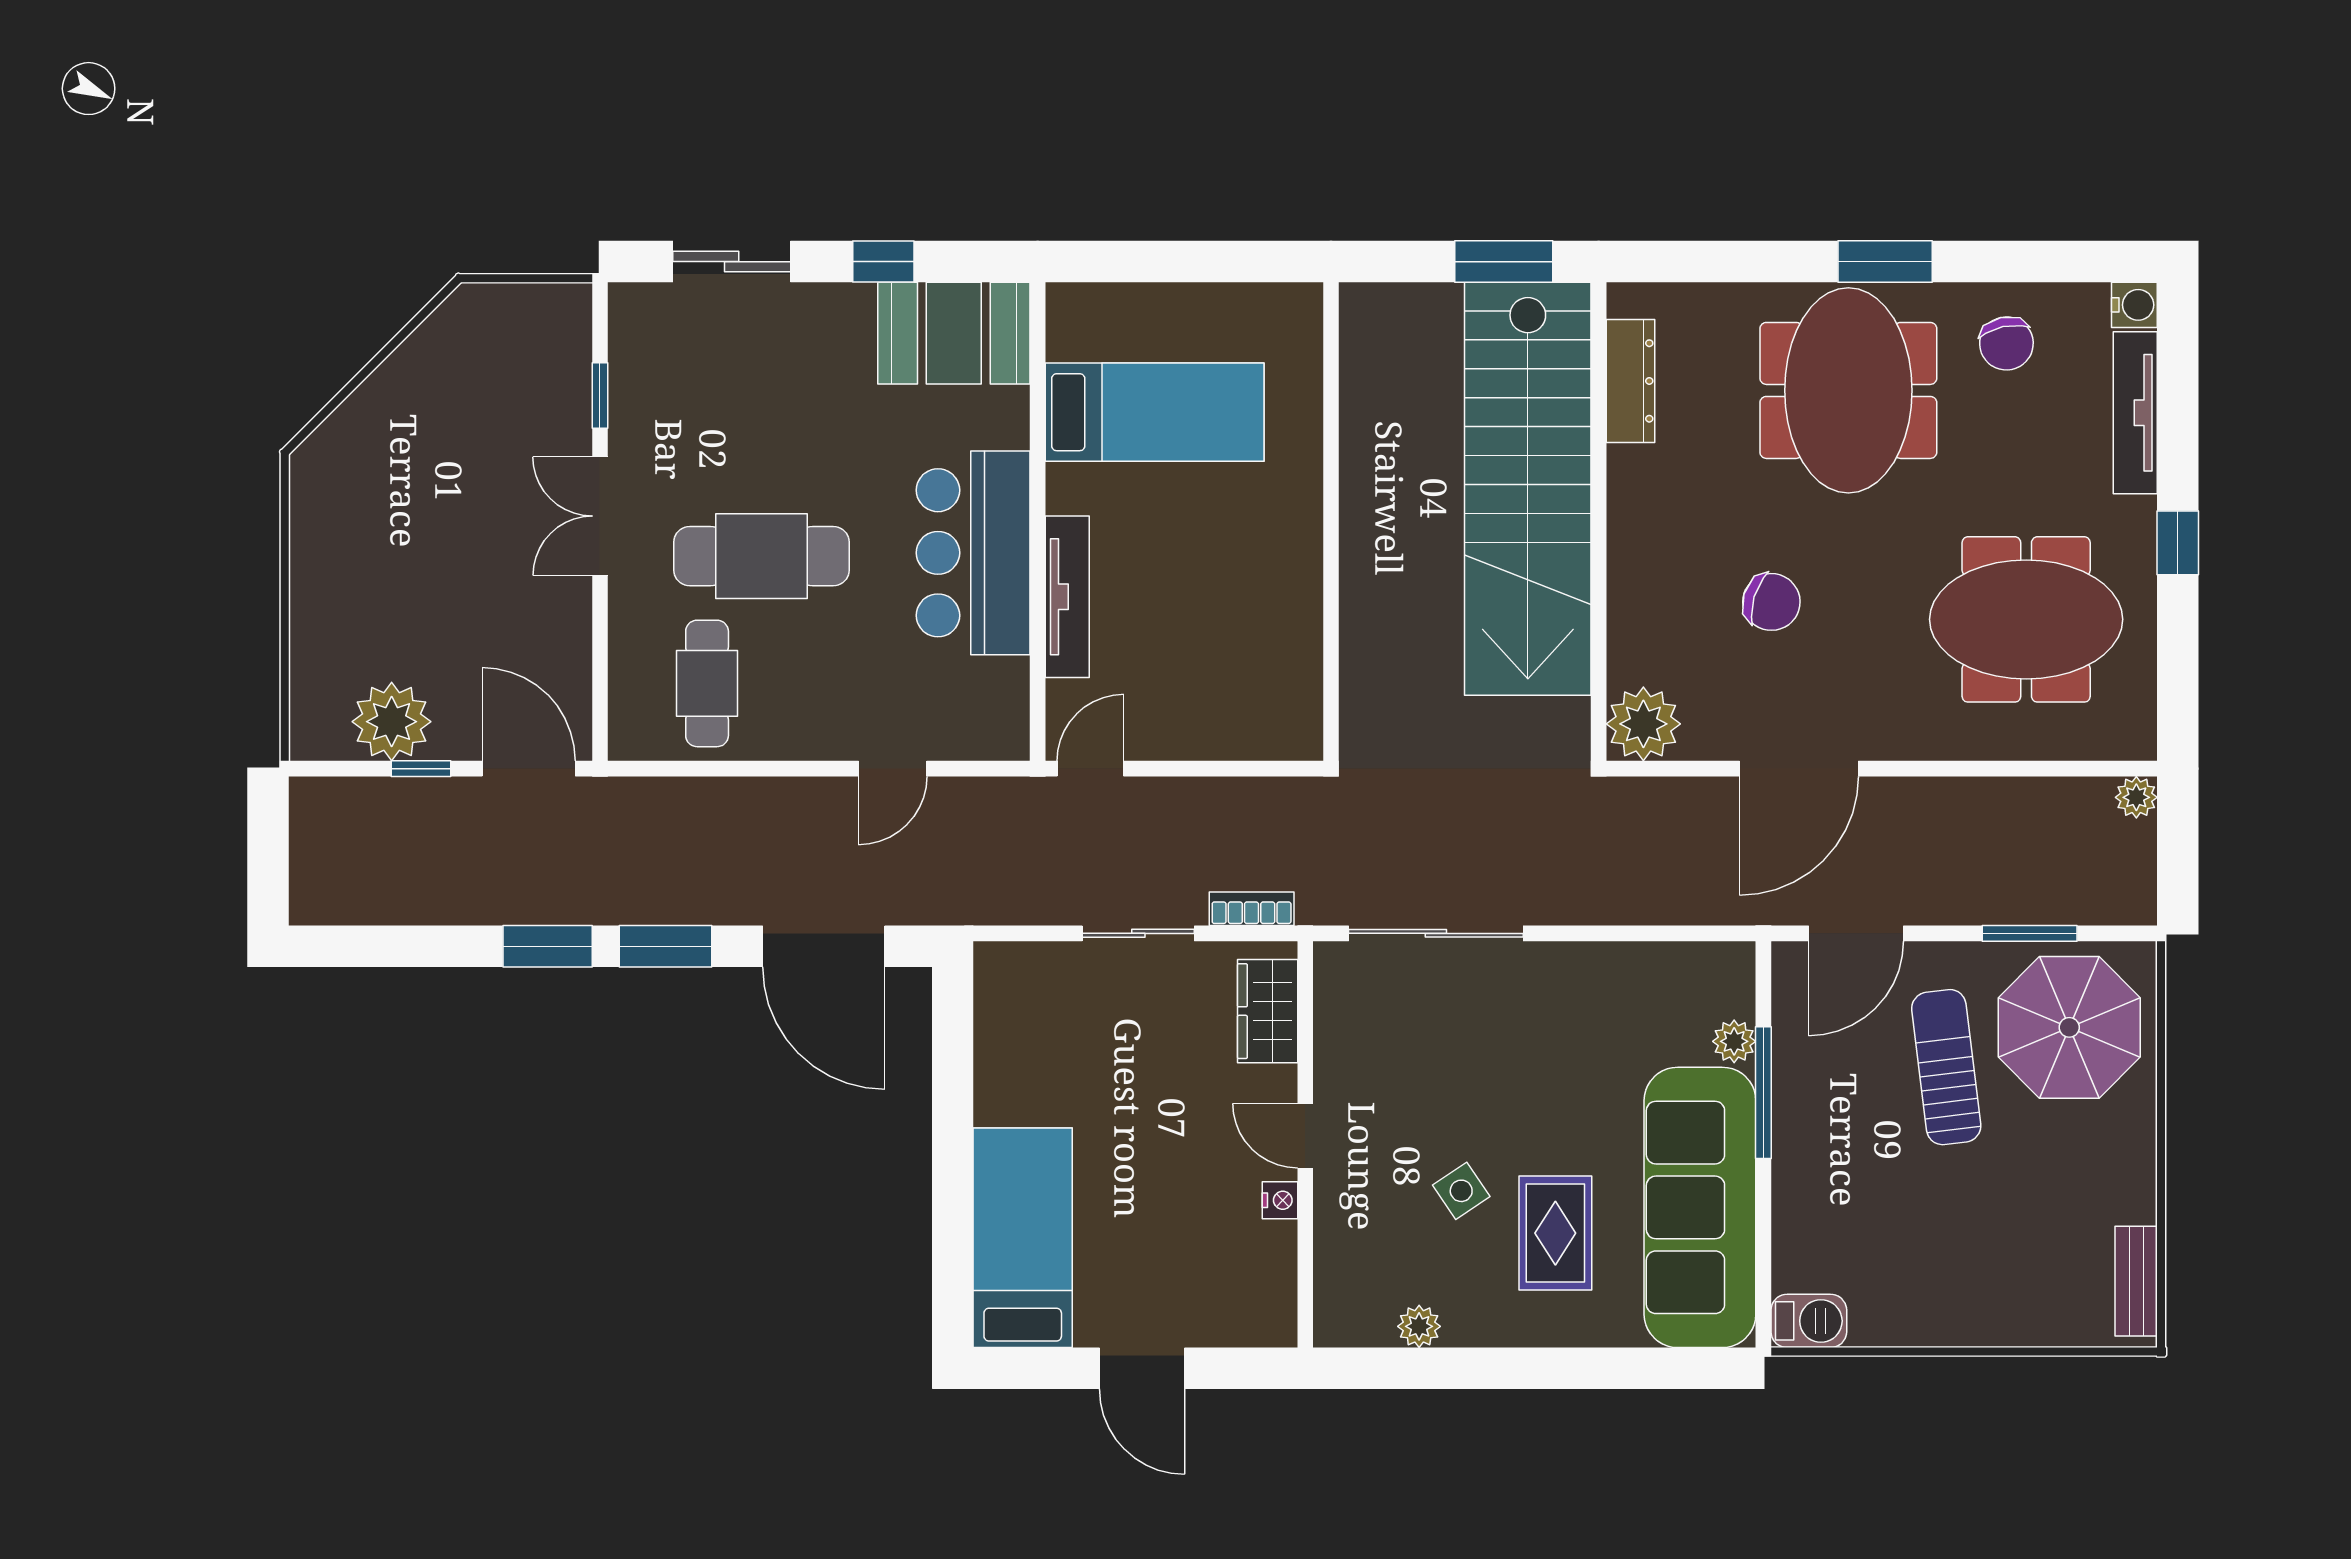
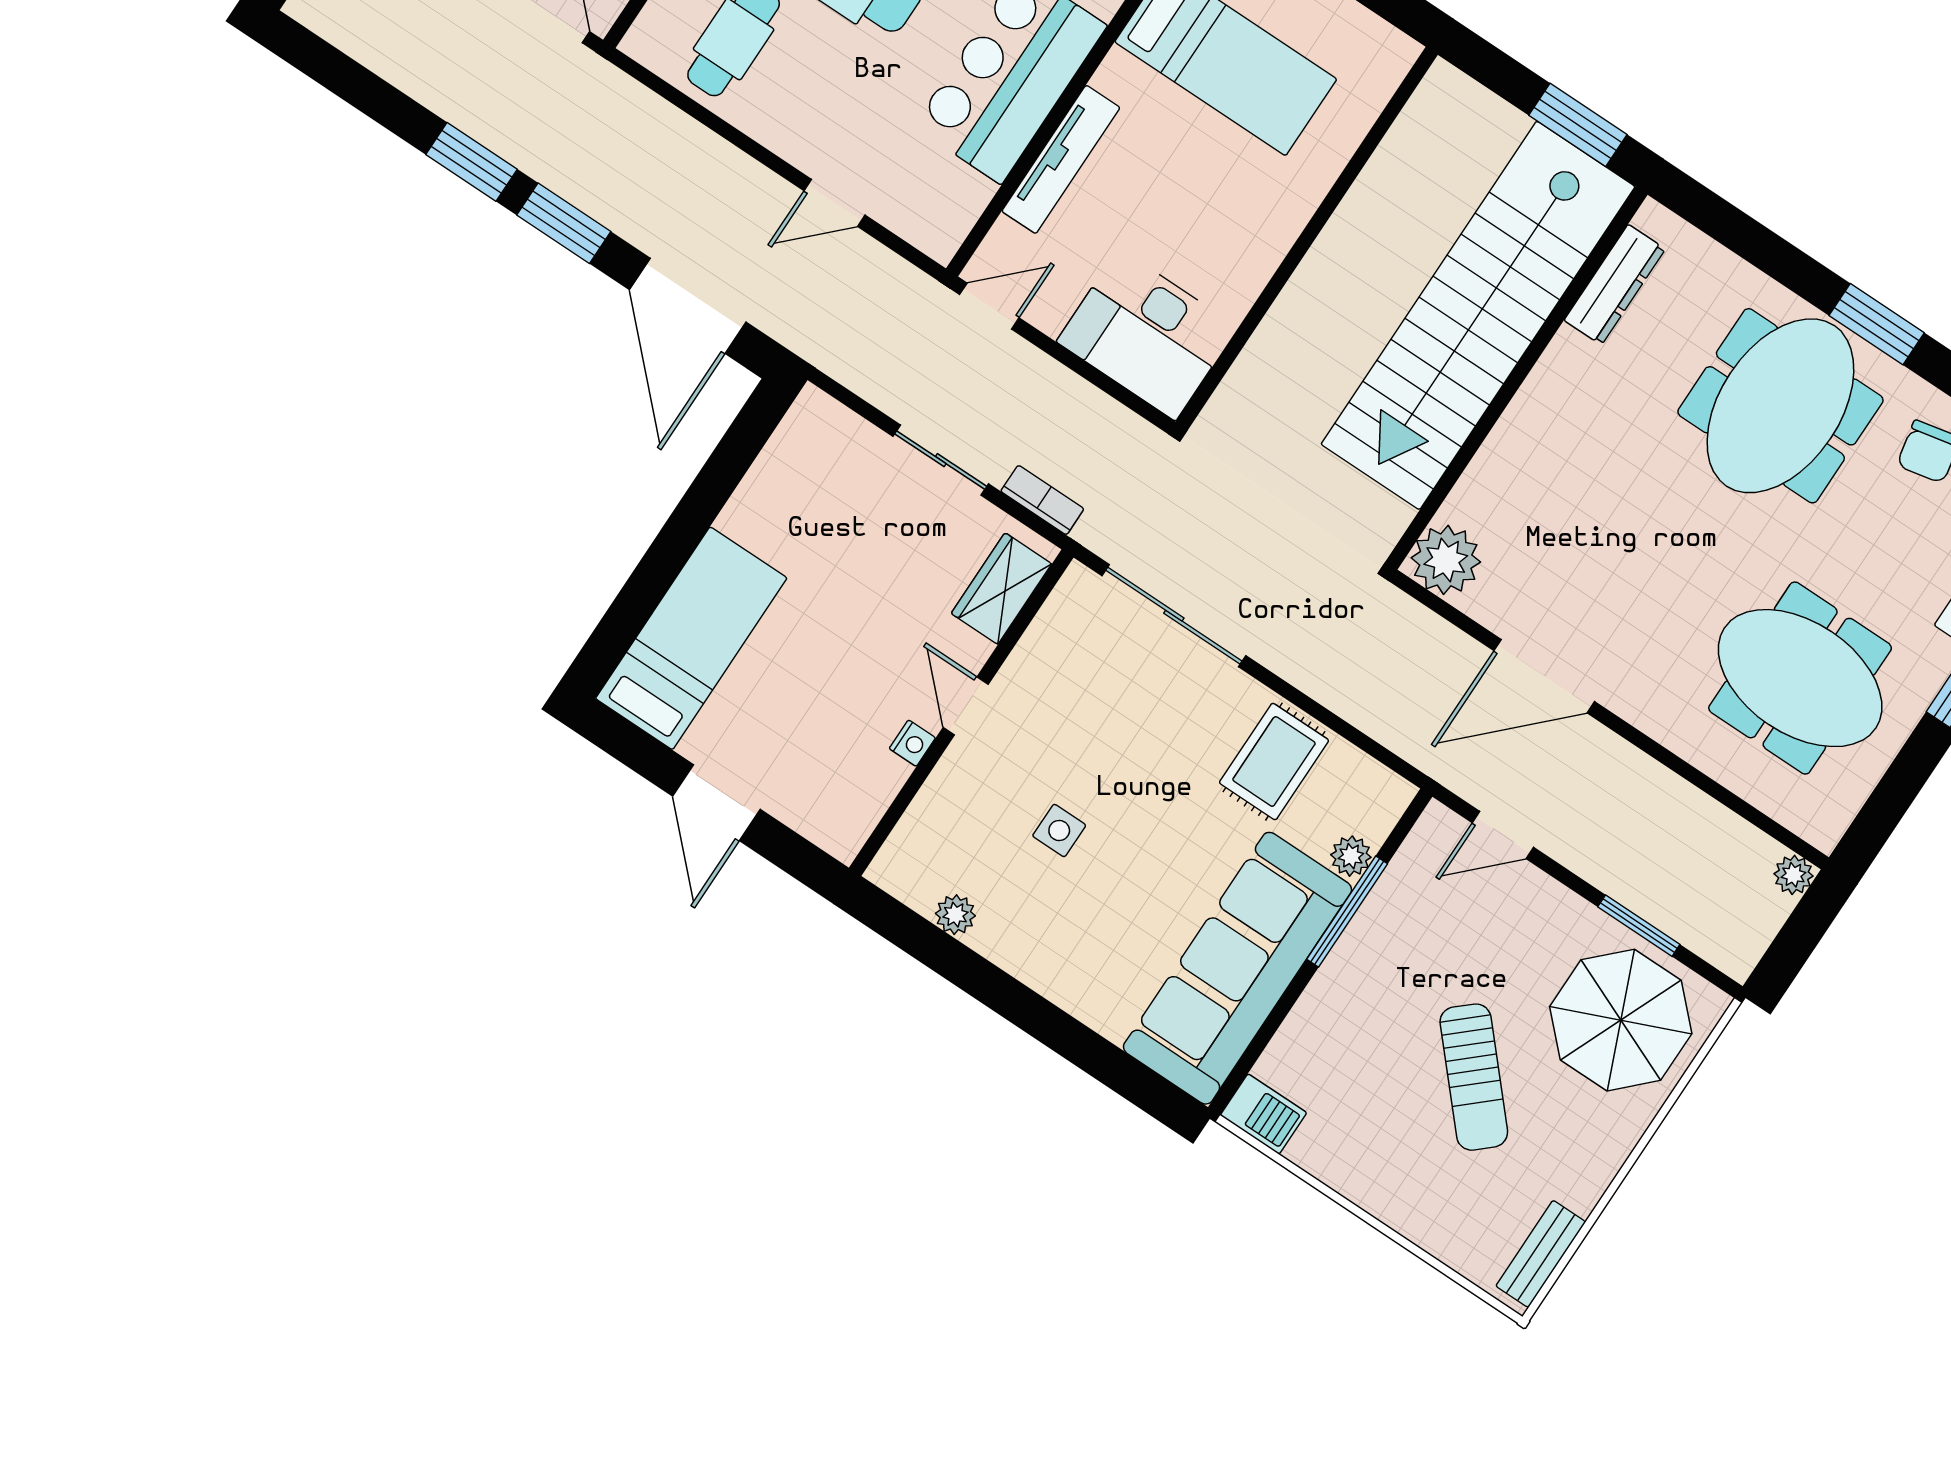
chair: (1771, 602) -> (1610, 531), removed
desk: (1247, 701) -> (1147, 334), added
door: (1856, 933) -> (1503, 835), width x0.73
sun lounger: (1946, 1067) -> (1474, 1077), moved, turned 145
side table: (1461, 1191) -> (1059, 831), turned 34
rug: (1555, 1233) -> (1274, 761), moved

